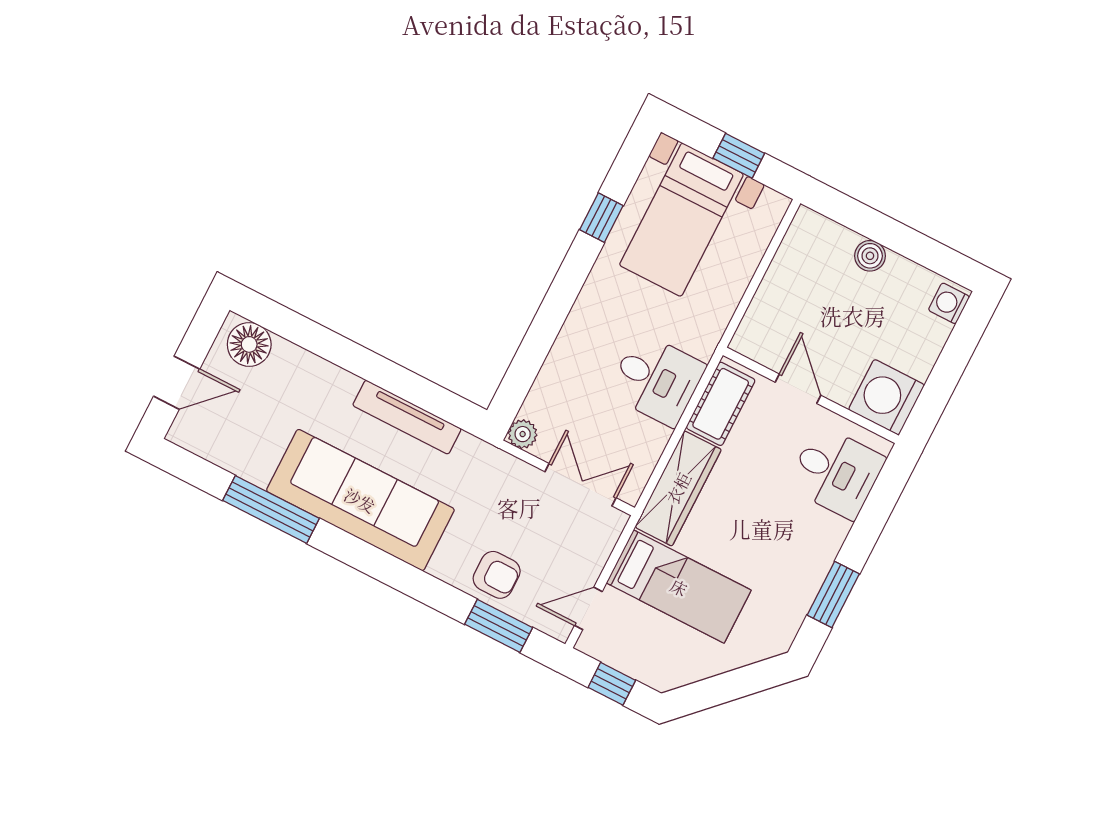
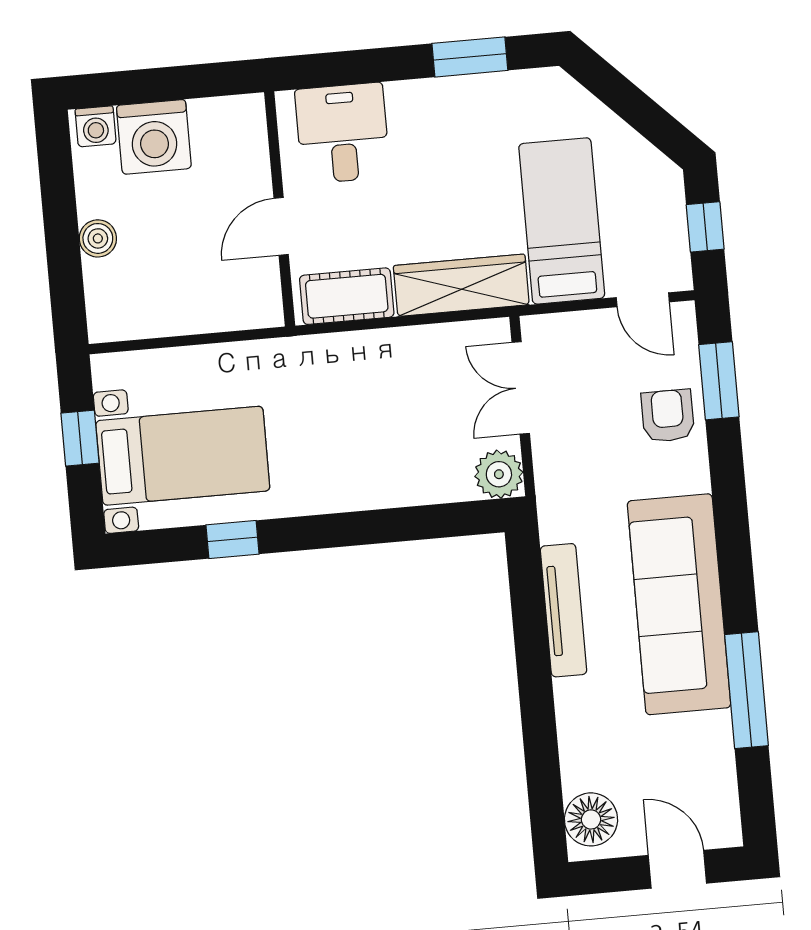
desk: (657, 380) -> (363, 378), removed
washing machine: (886, 397) -> (154, 137), moved
plant: (523, 434) -> (499, 474), width x1.38, depth x1.38

